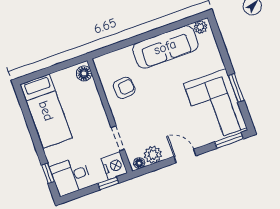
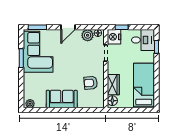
sofa: (165, 47) -> (62, 99), width x0.73
wardrobe: (91, 97) -> (113, 85), added
door: (185, 156) -> (68, 27), hinge flipped

